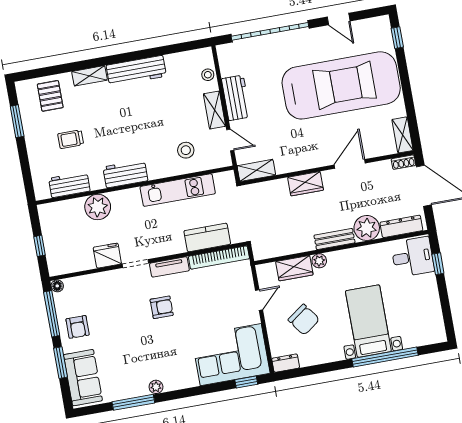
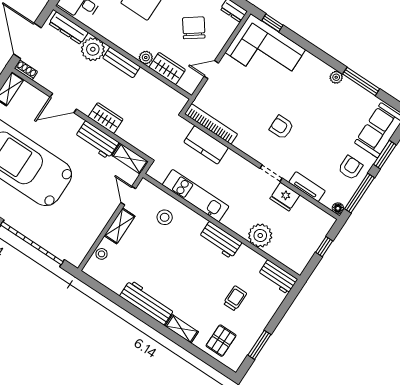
workbench: (236, 98) -> (97, 140), moved, turned -90
trolley: (71, 139) -> (235, 298), turned -90
workbench: (69, 185) -> (278, 277), moved
tv unit: (169, 267) -> (307, 187), moved

